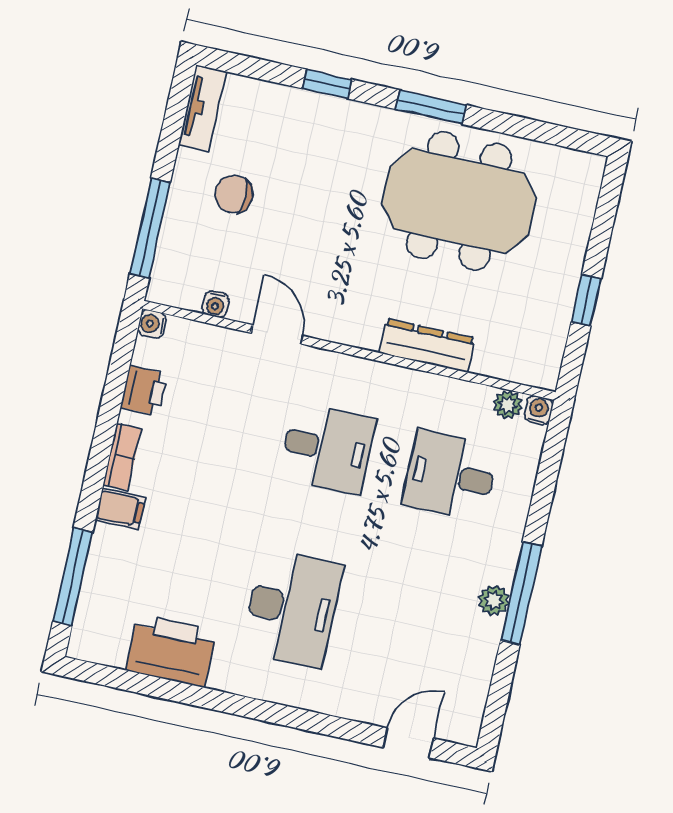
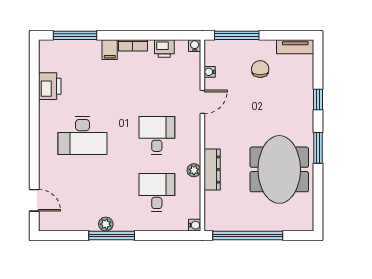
window: (586, 300) -> (248, 236), width x3.17
plant: (508, 405) -> (194, 170), moved
desk: (327, 448) -> (157, 135), turned 180
printer: (171, 650) -> (50, 86), width x0.73, depth x0.84

